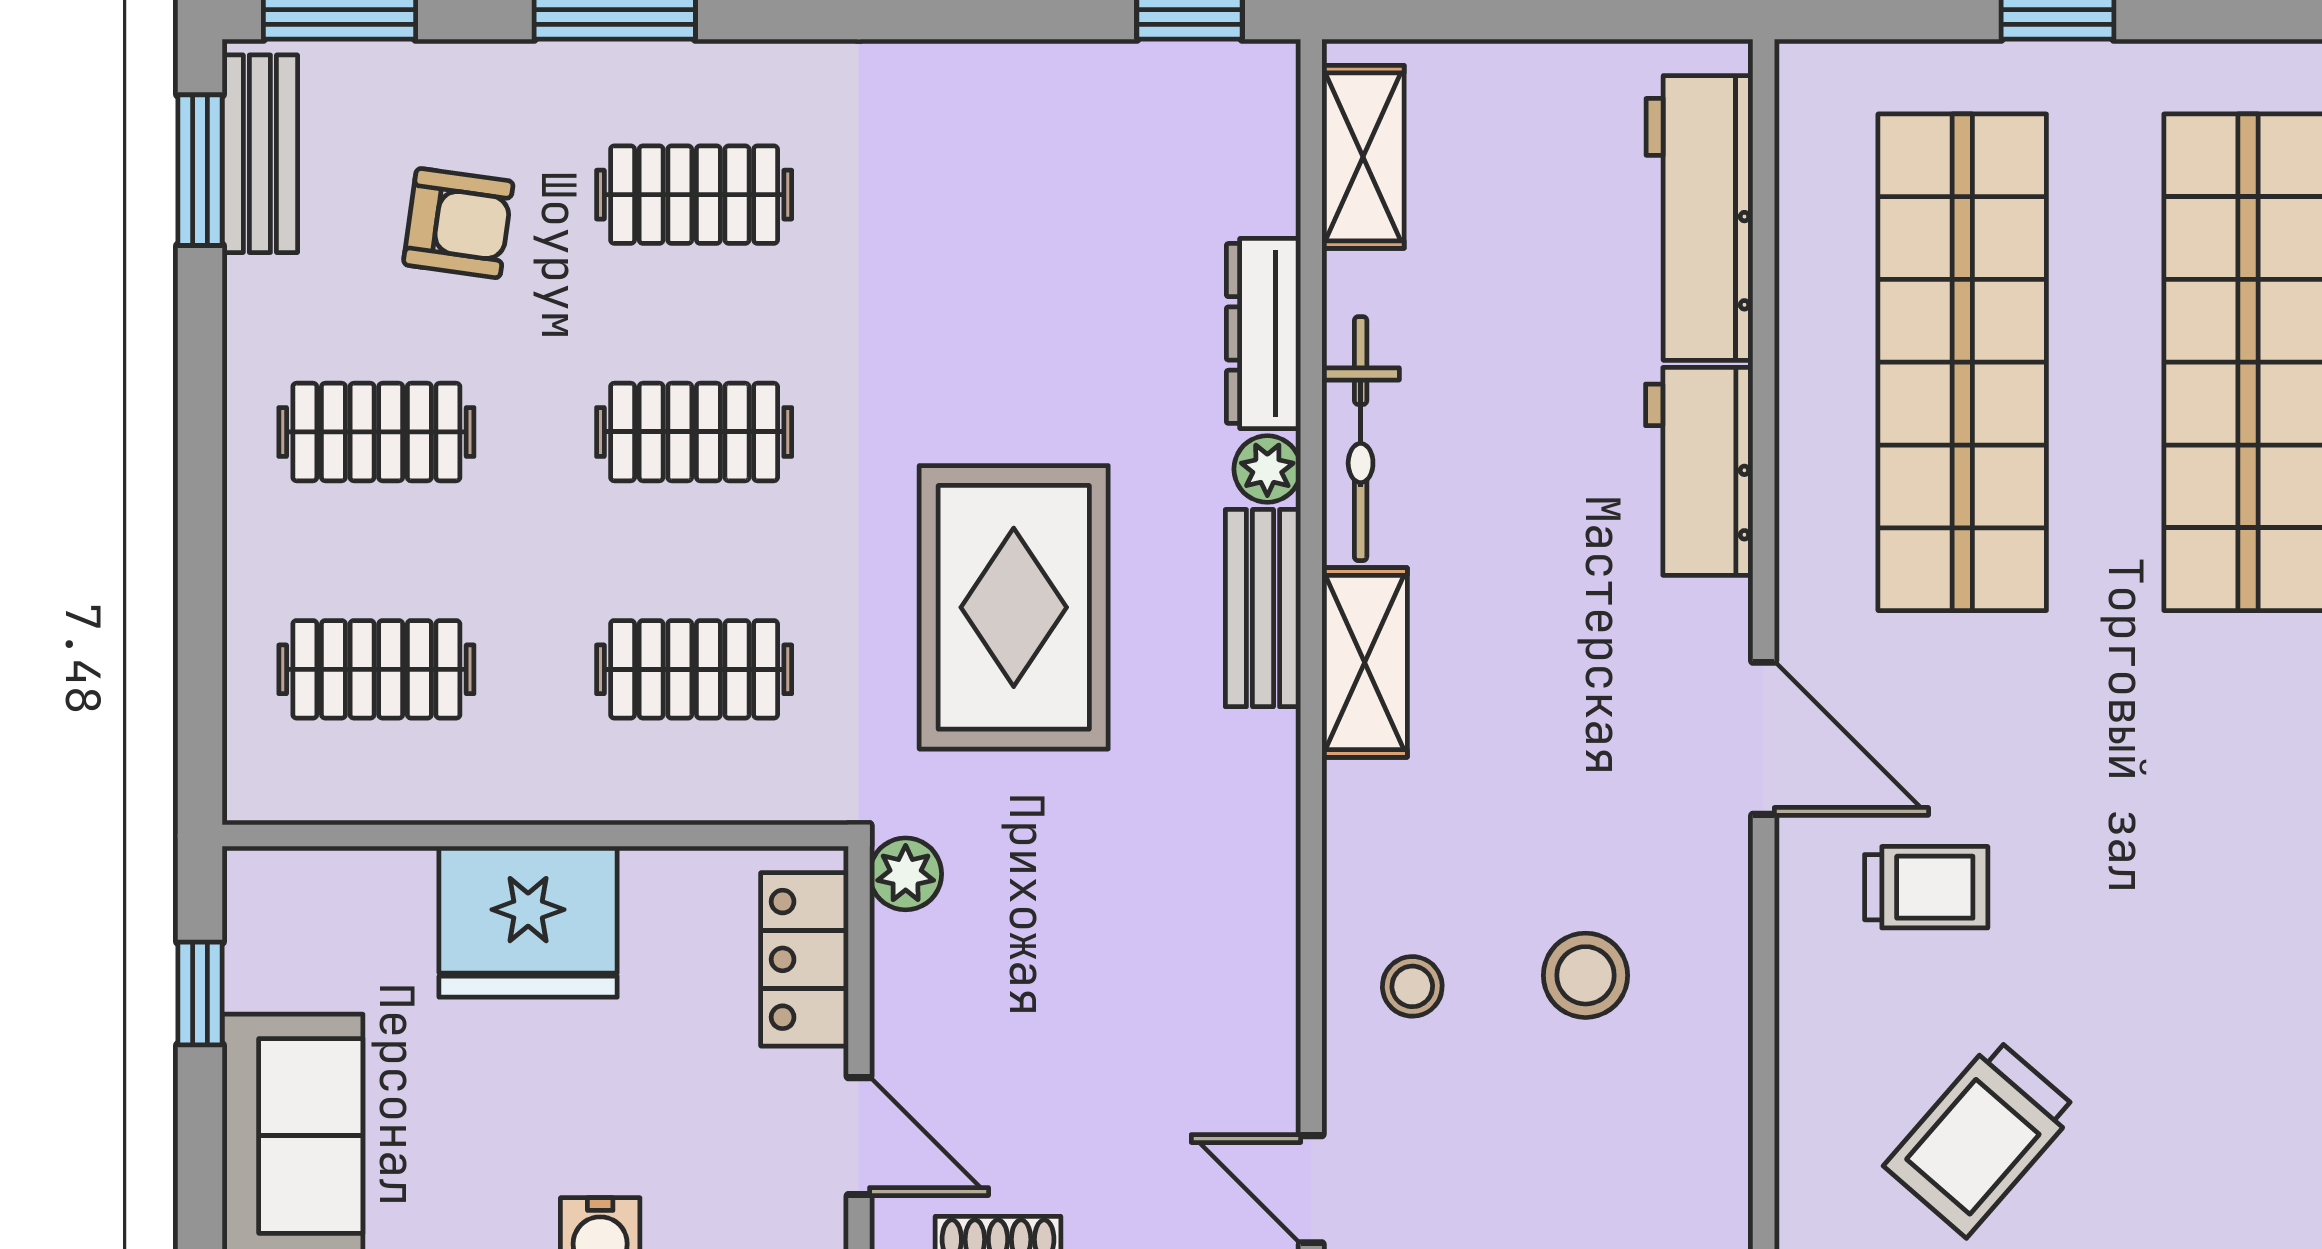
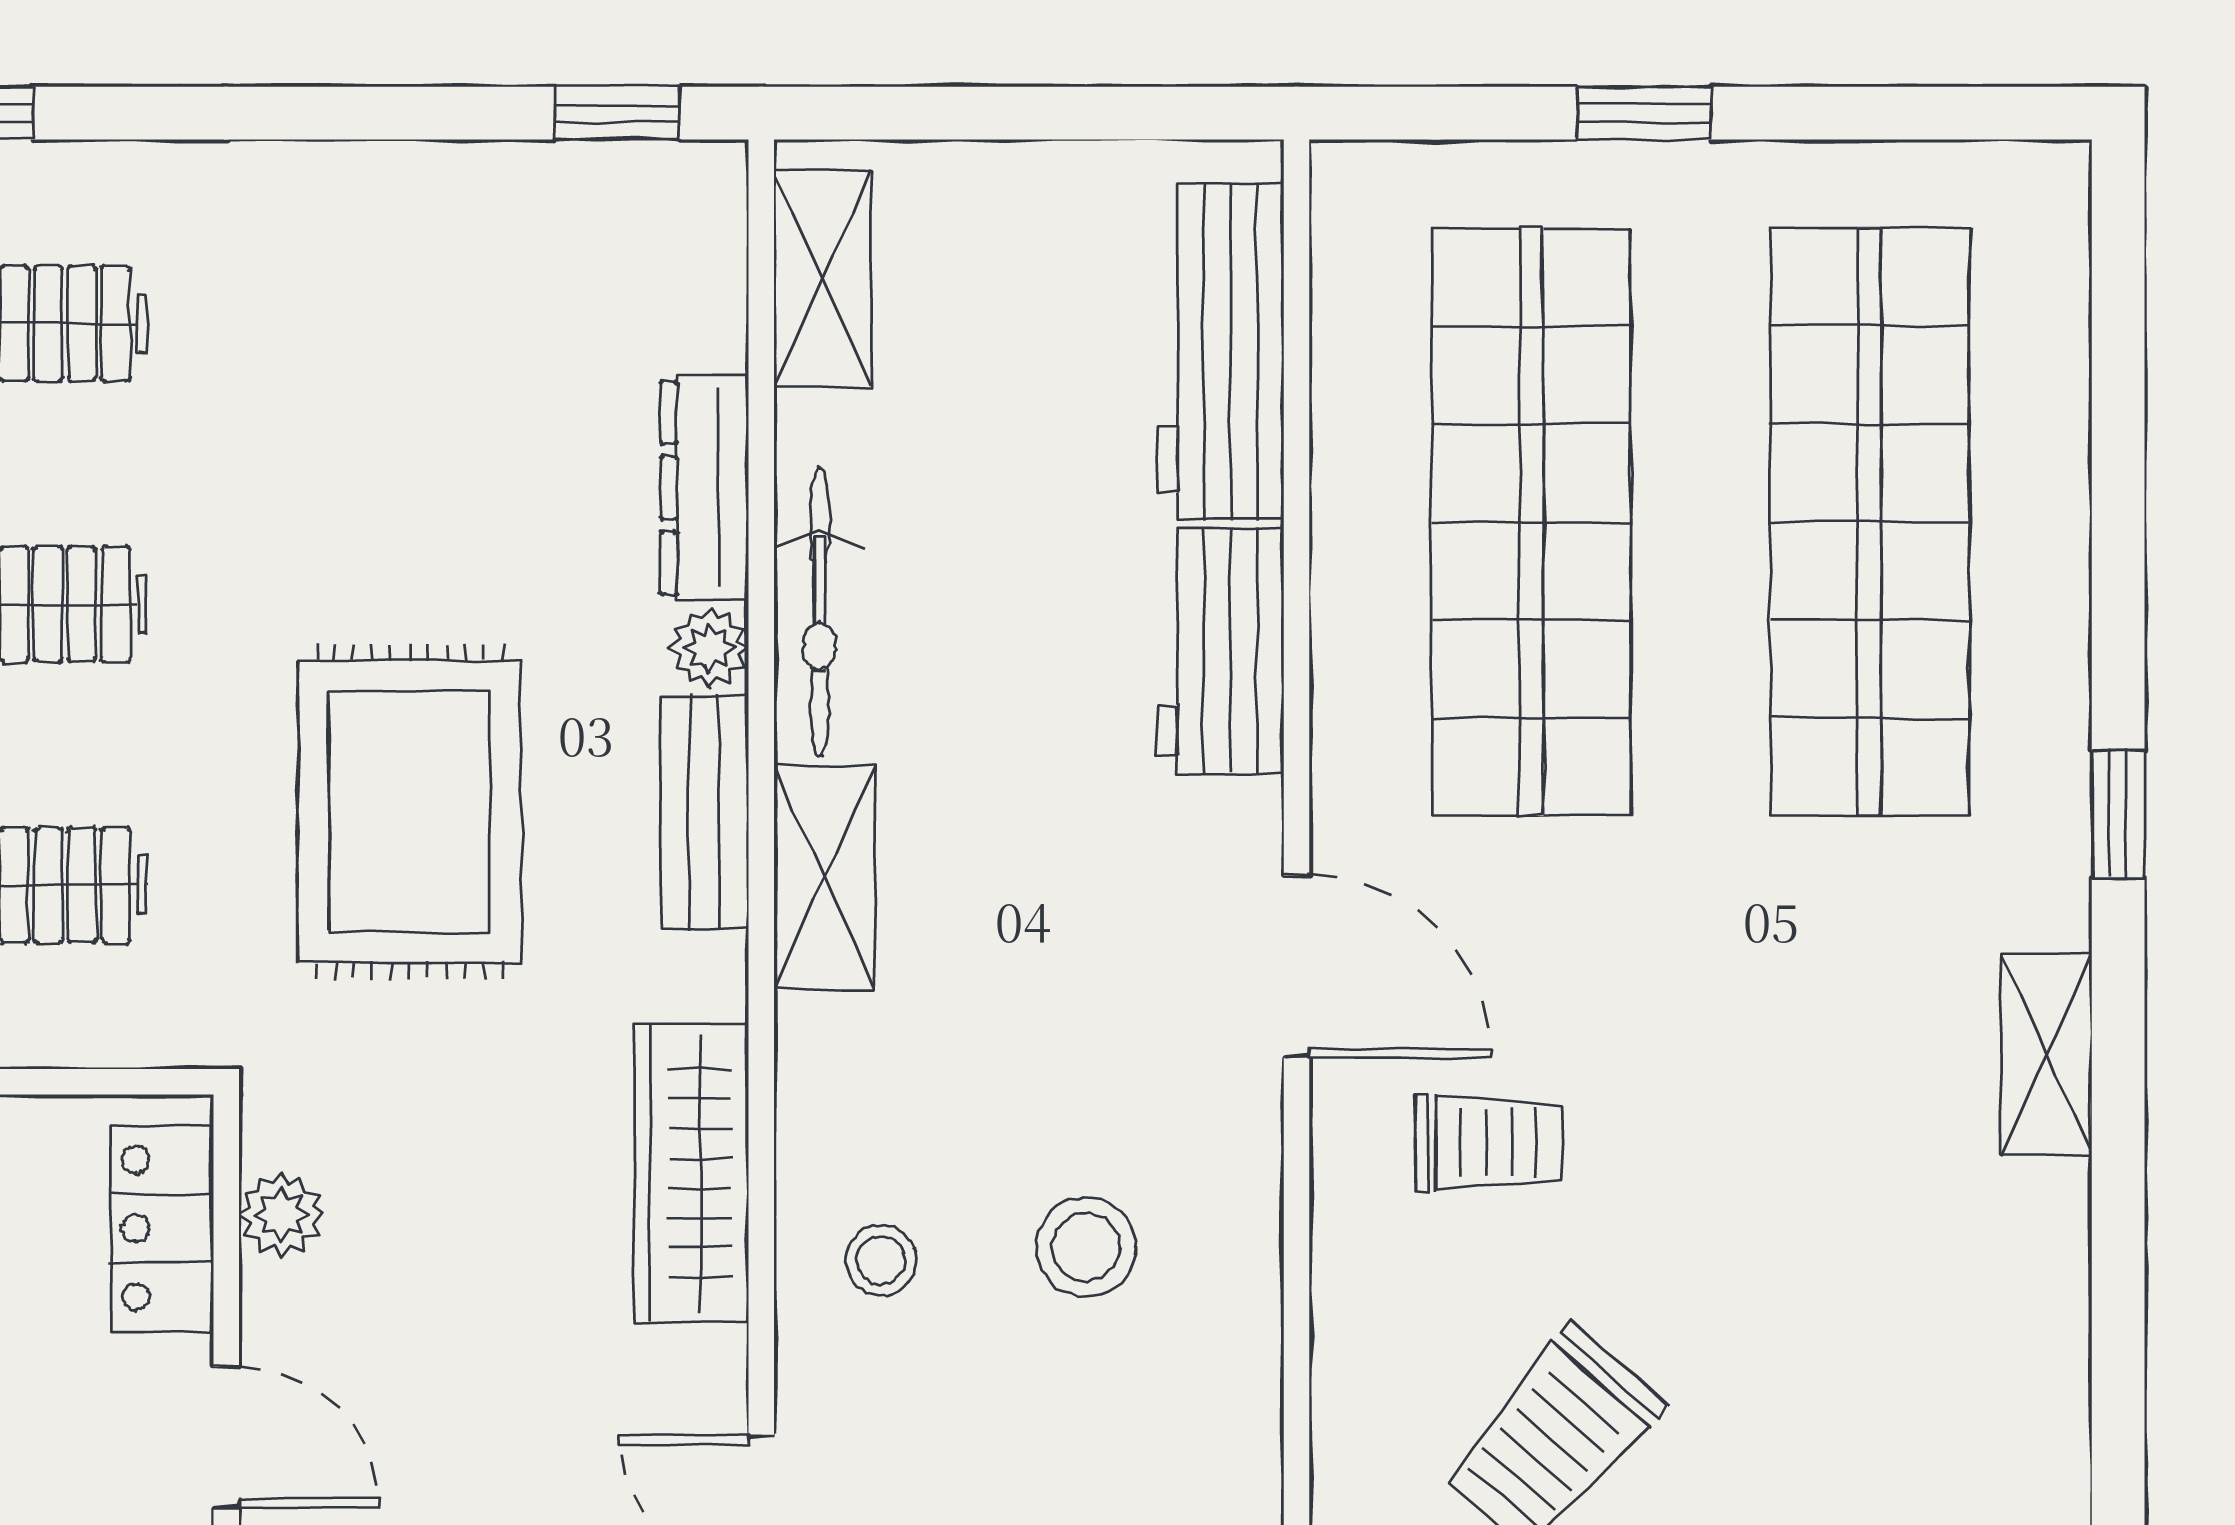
plant: (906, 874) -> (281, 1215), moved
wardrobe: (1252, 913) -> (691, 1173), added

